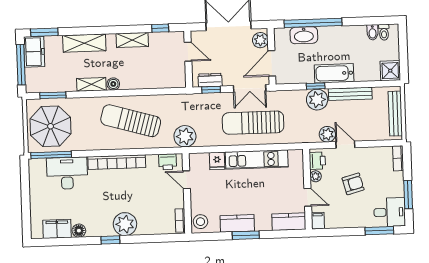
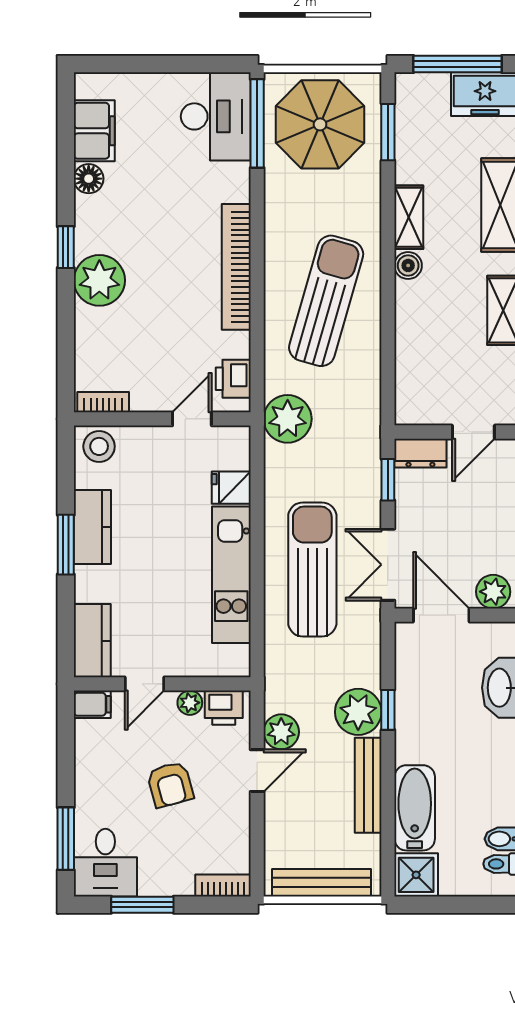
bathtub: (334, 73) -> (415, 808), moved
dresser: (210, 80) -> (420, 453), moved, turned 90
desk: (67, 173) -> (216, 116), moved

